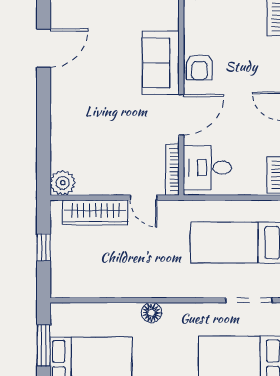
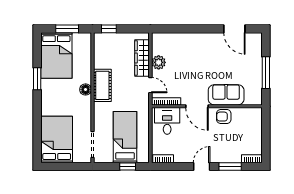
plant: (63, 183) -> (159, 62), moved
door: (144, 198) -> (150, 85), swing flipped
window: (44, 247) -> (109, 29), moved
cot: (144, 283) -> (102, 85), added

